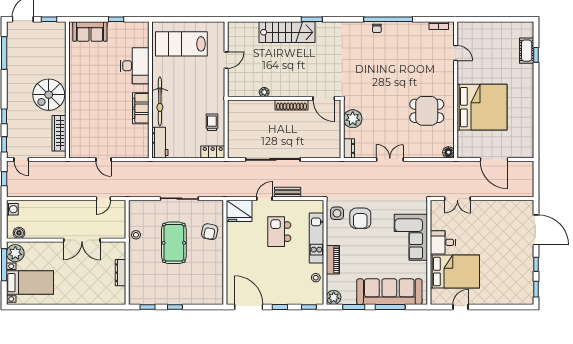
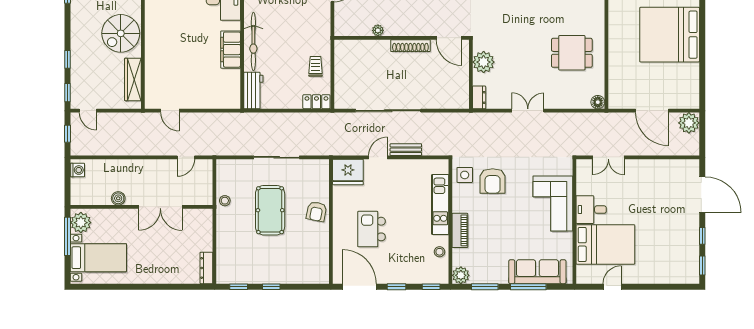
bed: (482, 107) -> (670, 35), moved, turned 180
door: (103, 159) -> (170, 111), moved
plant: (525, 170) -> (689, 123), added
armchair: (210, 232) -> (316, 212), moved
kitchen island: (279, 232) -> (372, 229), moved
boiler: (19, 233) -> (118, 198), moved
dresser: (121, 273) -> (206, 268), moved
sofa: (389, 292) -> (537, 272), width x0.74, depth x0.79

